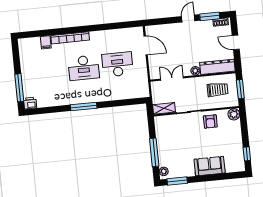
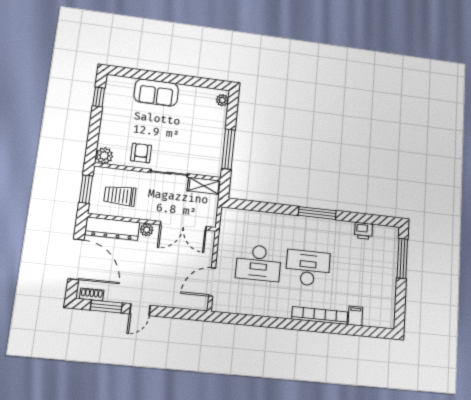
door: (236, 42) -> (76, 259), width x1.87
door: (146, 45) -> (212, 282), hinge flipped
double door: (172, 79) -> (183, 226), width x1.37
printer: (30, 103) -> (364, 231), moved
window: (154, 152) -> (228, 149), moved
window: (177, 181) -> (206, 83), removed

